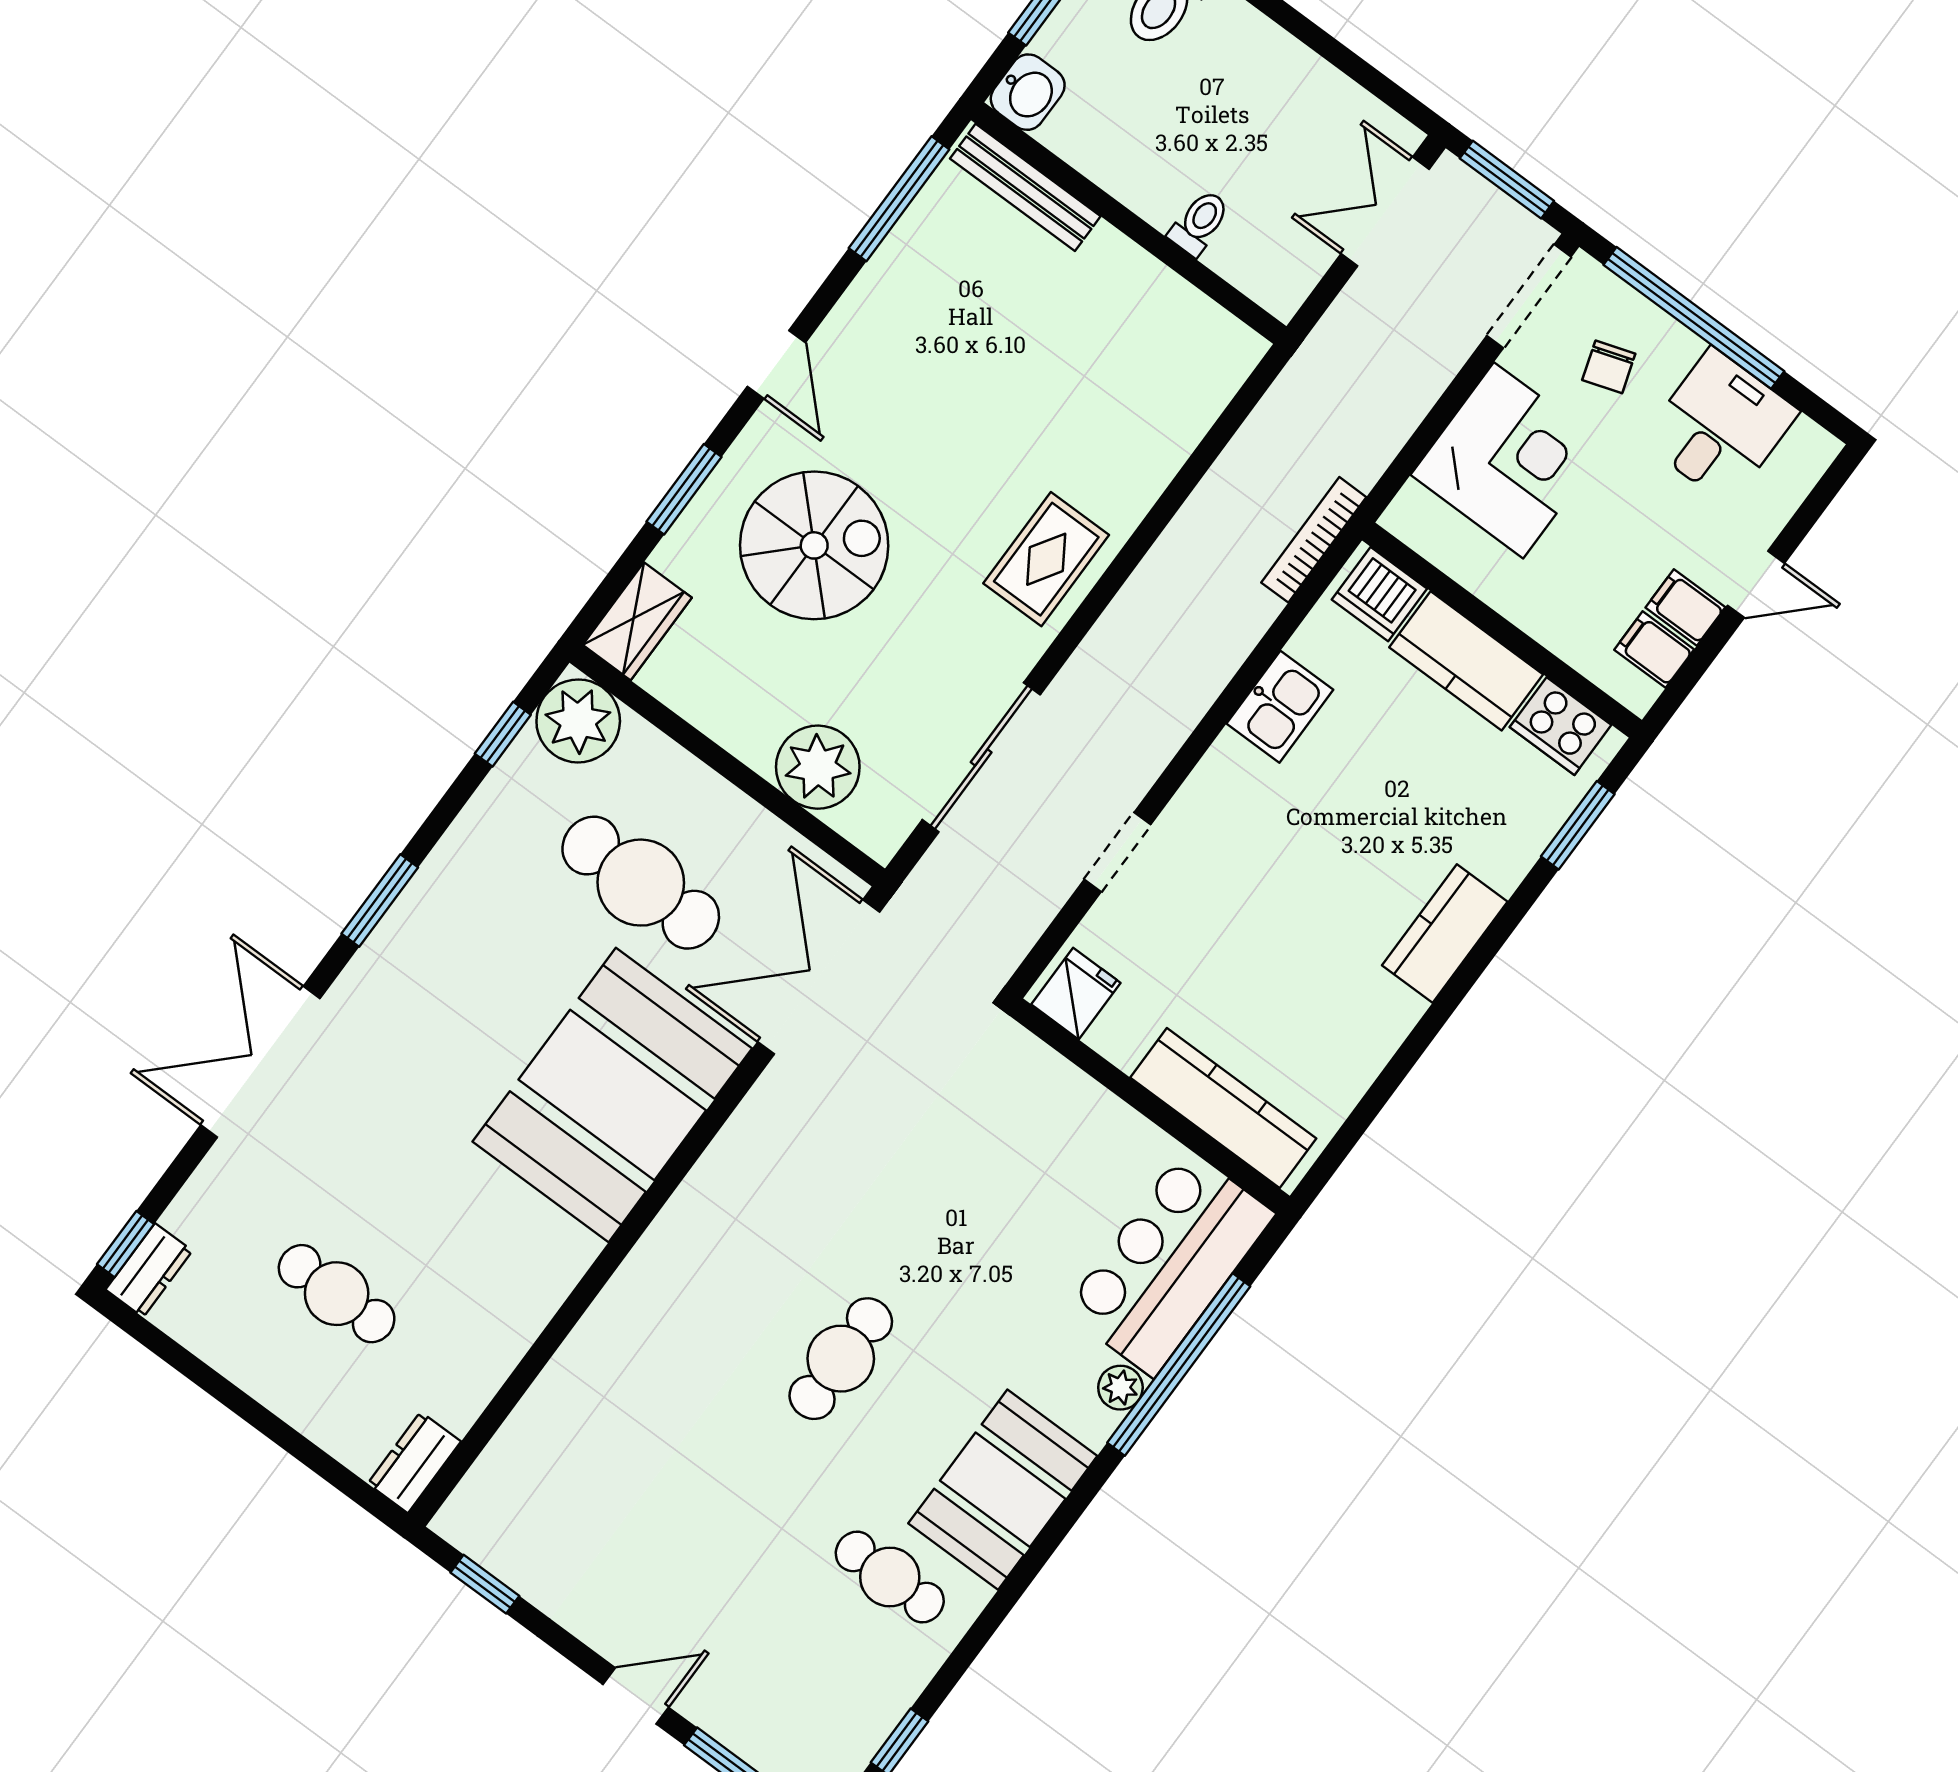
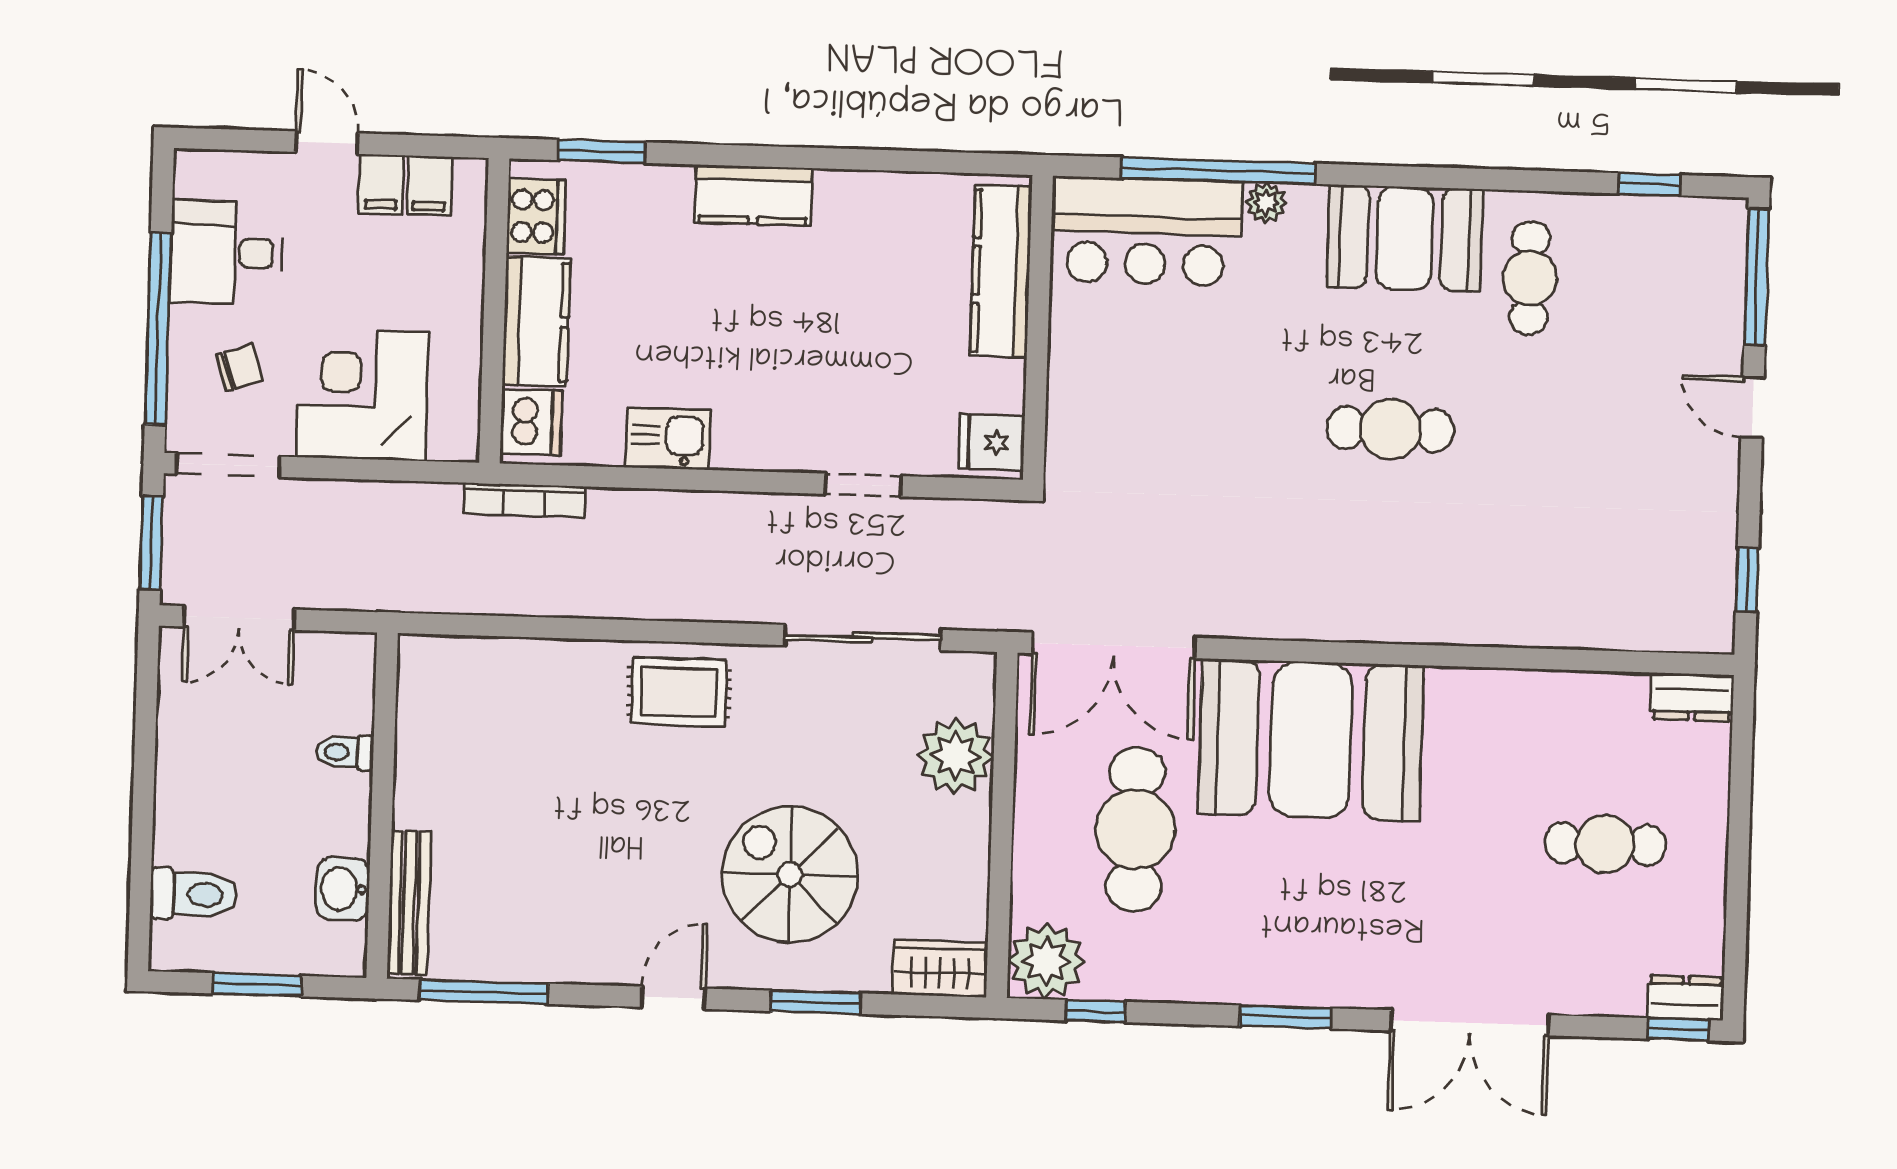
washbasin: (1028, 92) -> (343, 889), moved, turned -90
cafe table: (337, 1294) -> (1605, 844), turned 90

